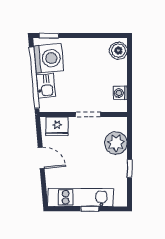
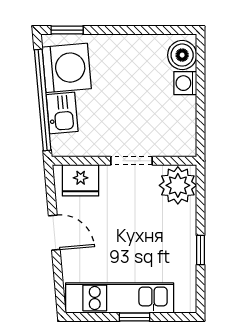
washing machine: (120, 93) -> (185, 83), moved
plant: (116, 143) -> (178, 185), moved

